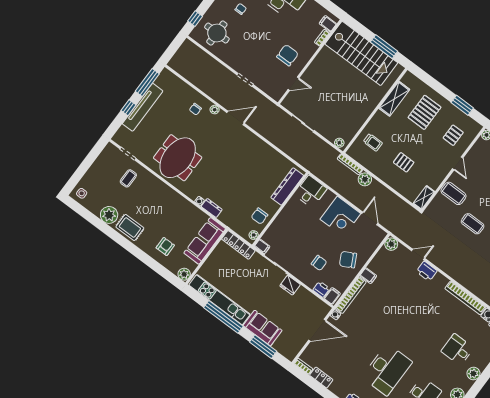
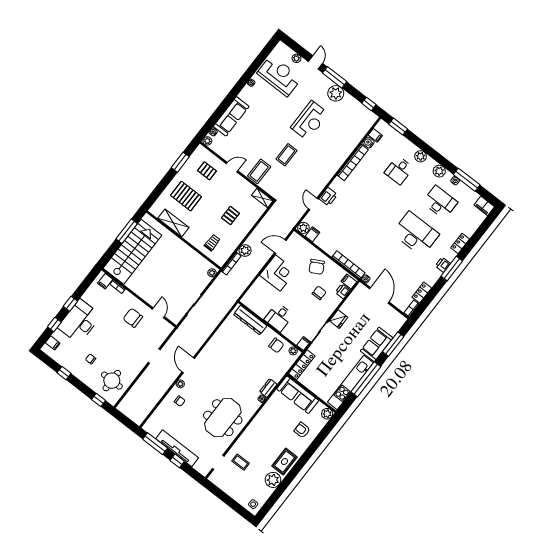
meeting table: (178, 158) -> (223, 418), turned 90
desk: (311, 192) -> (279, 317), moved, turned -90
filing cabinet: (368, 276) -> (313, 234), moved

